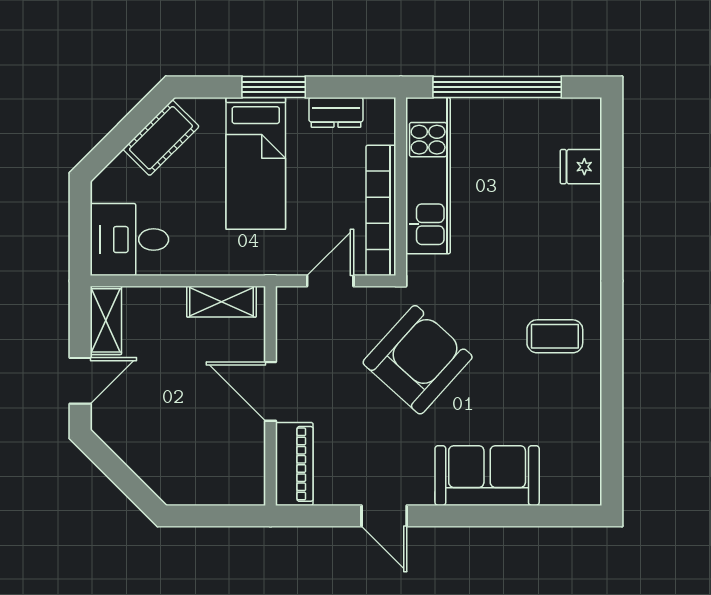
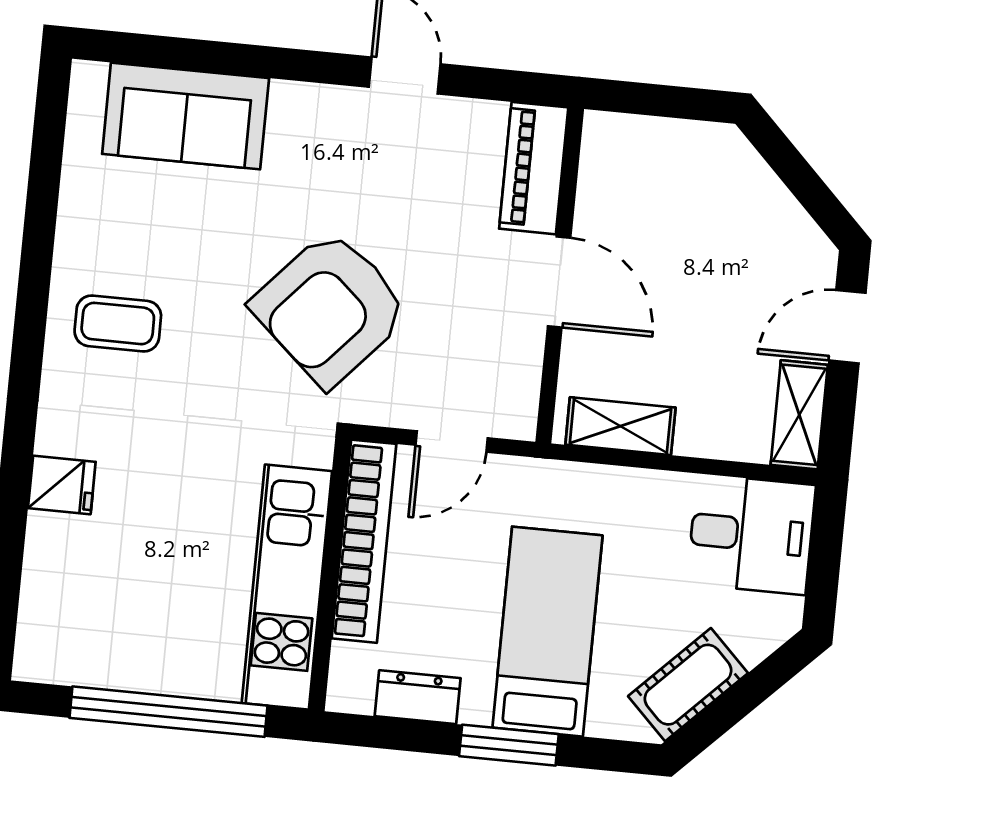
fridge: (581, 167) -> (62, 485), moved
sofa: (487, 476) -> (186, 116), moved

